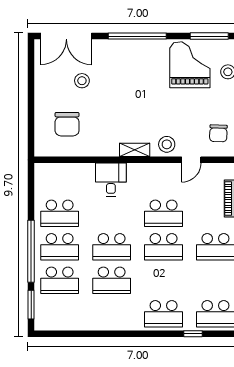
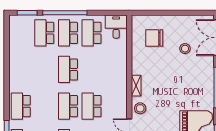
desk: (111, 180) -> (116, 27), moved, turned -90
school desk: (112, 280) -> (44, 69), removed

